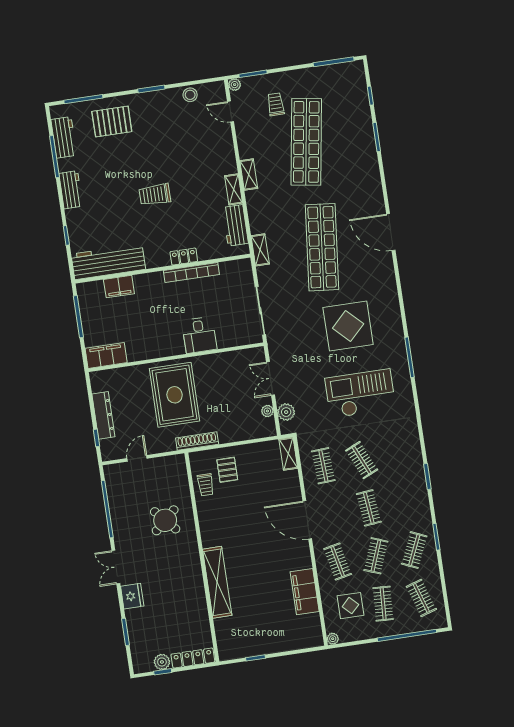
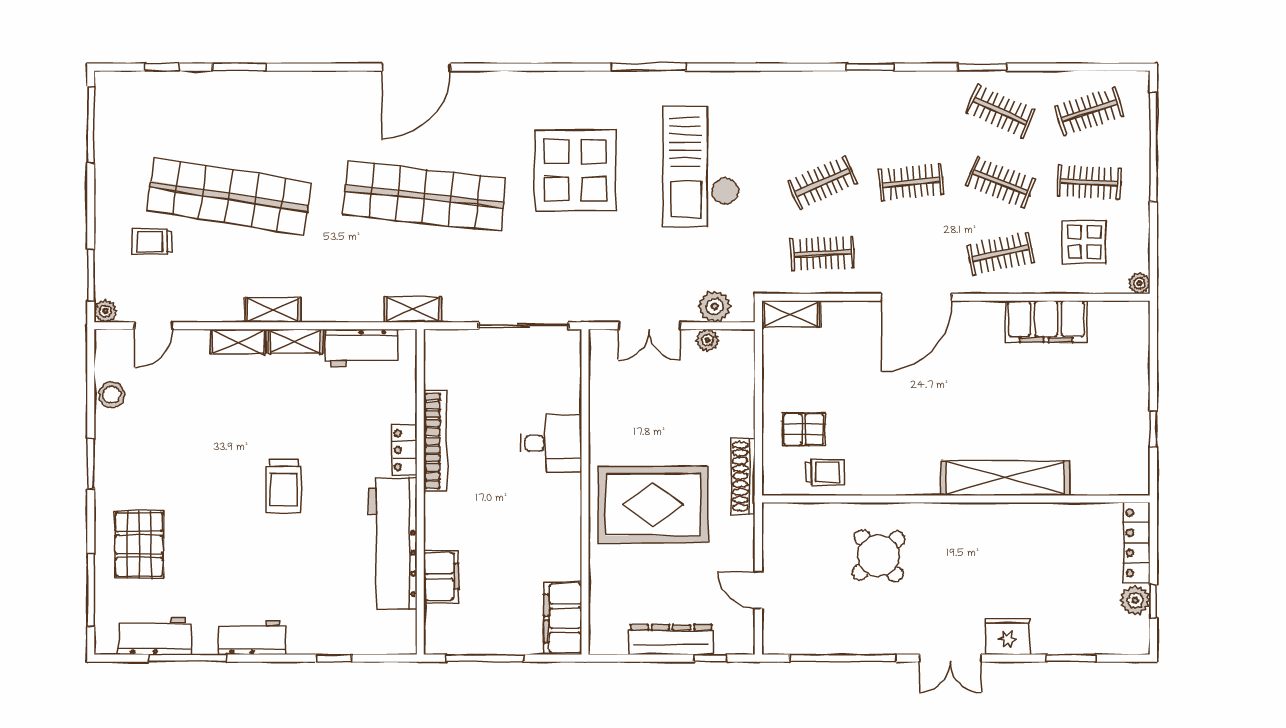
shelving: (229, 159) -> (238, 342), added
workbench: (108, 262) -> (393, 543), moved

